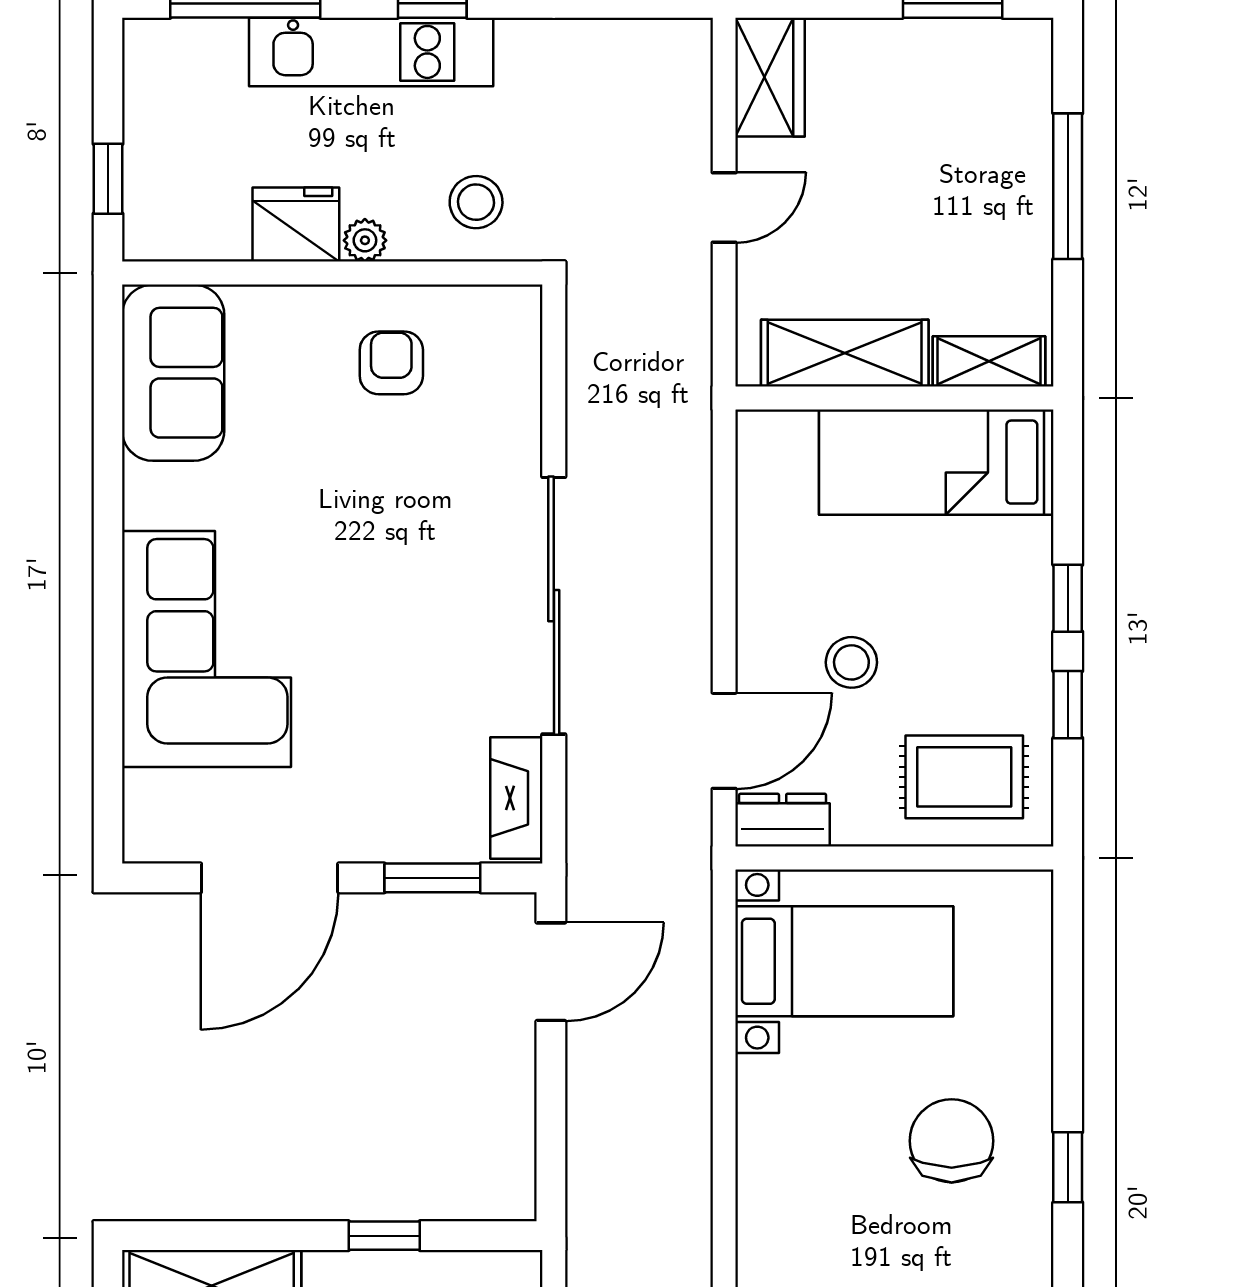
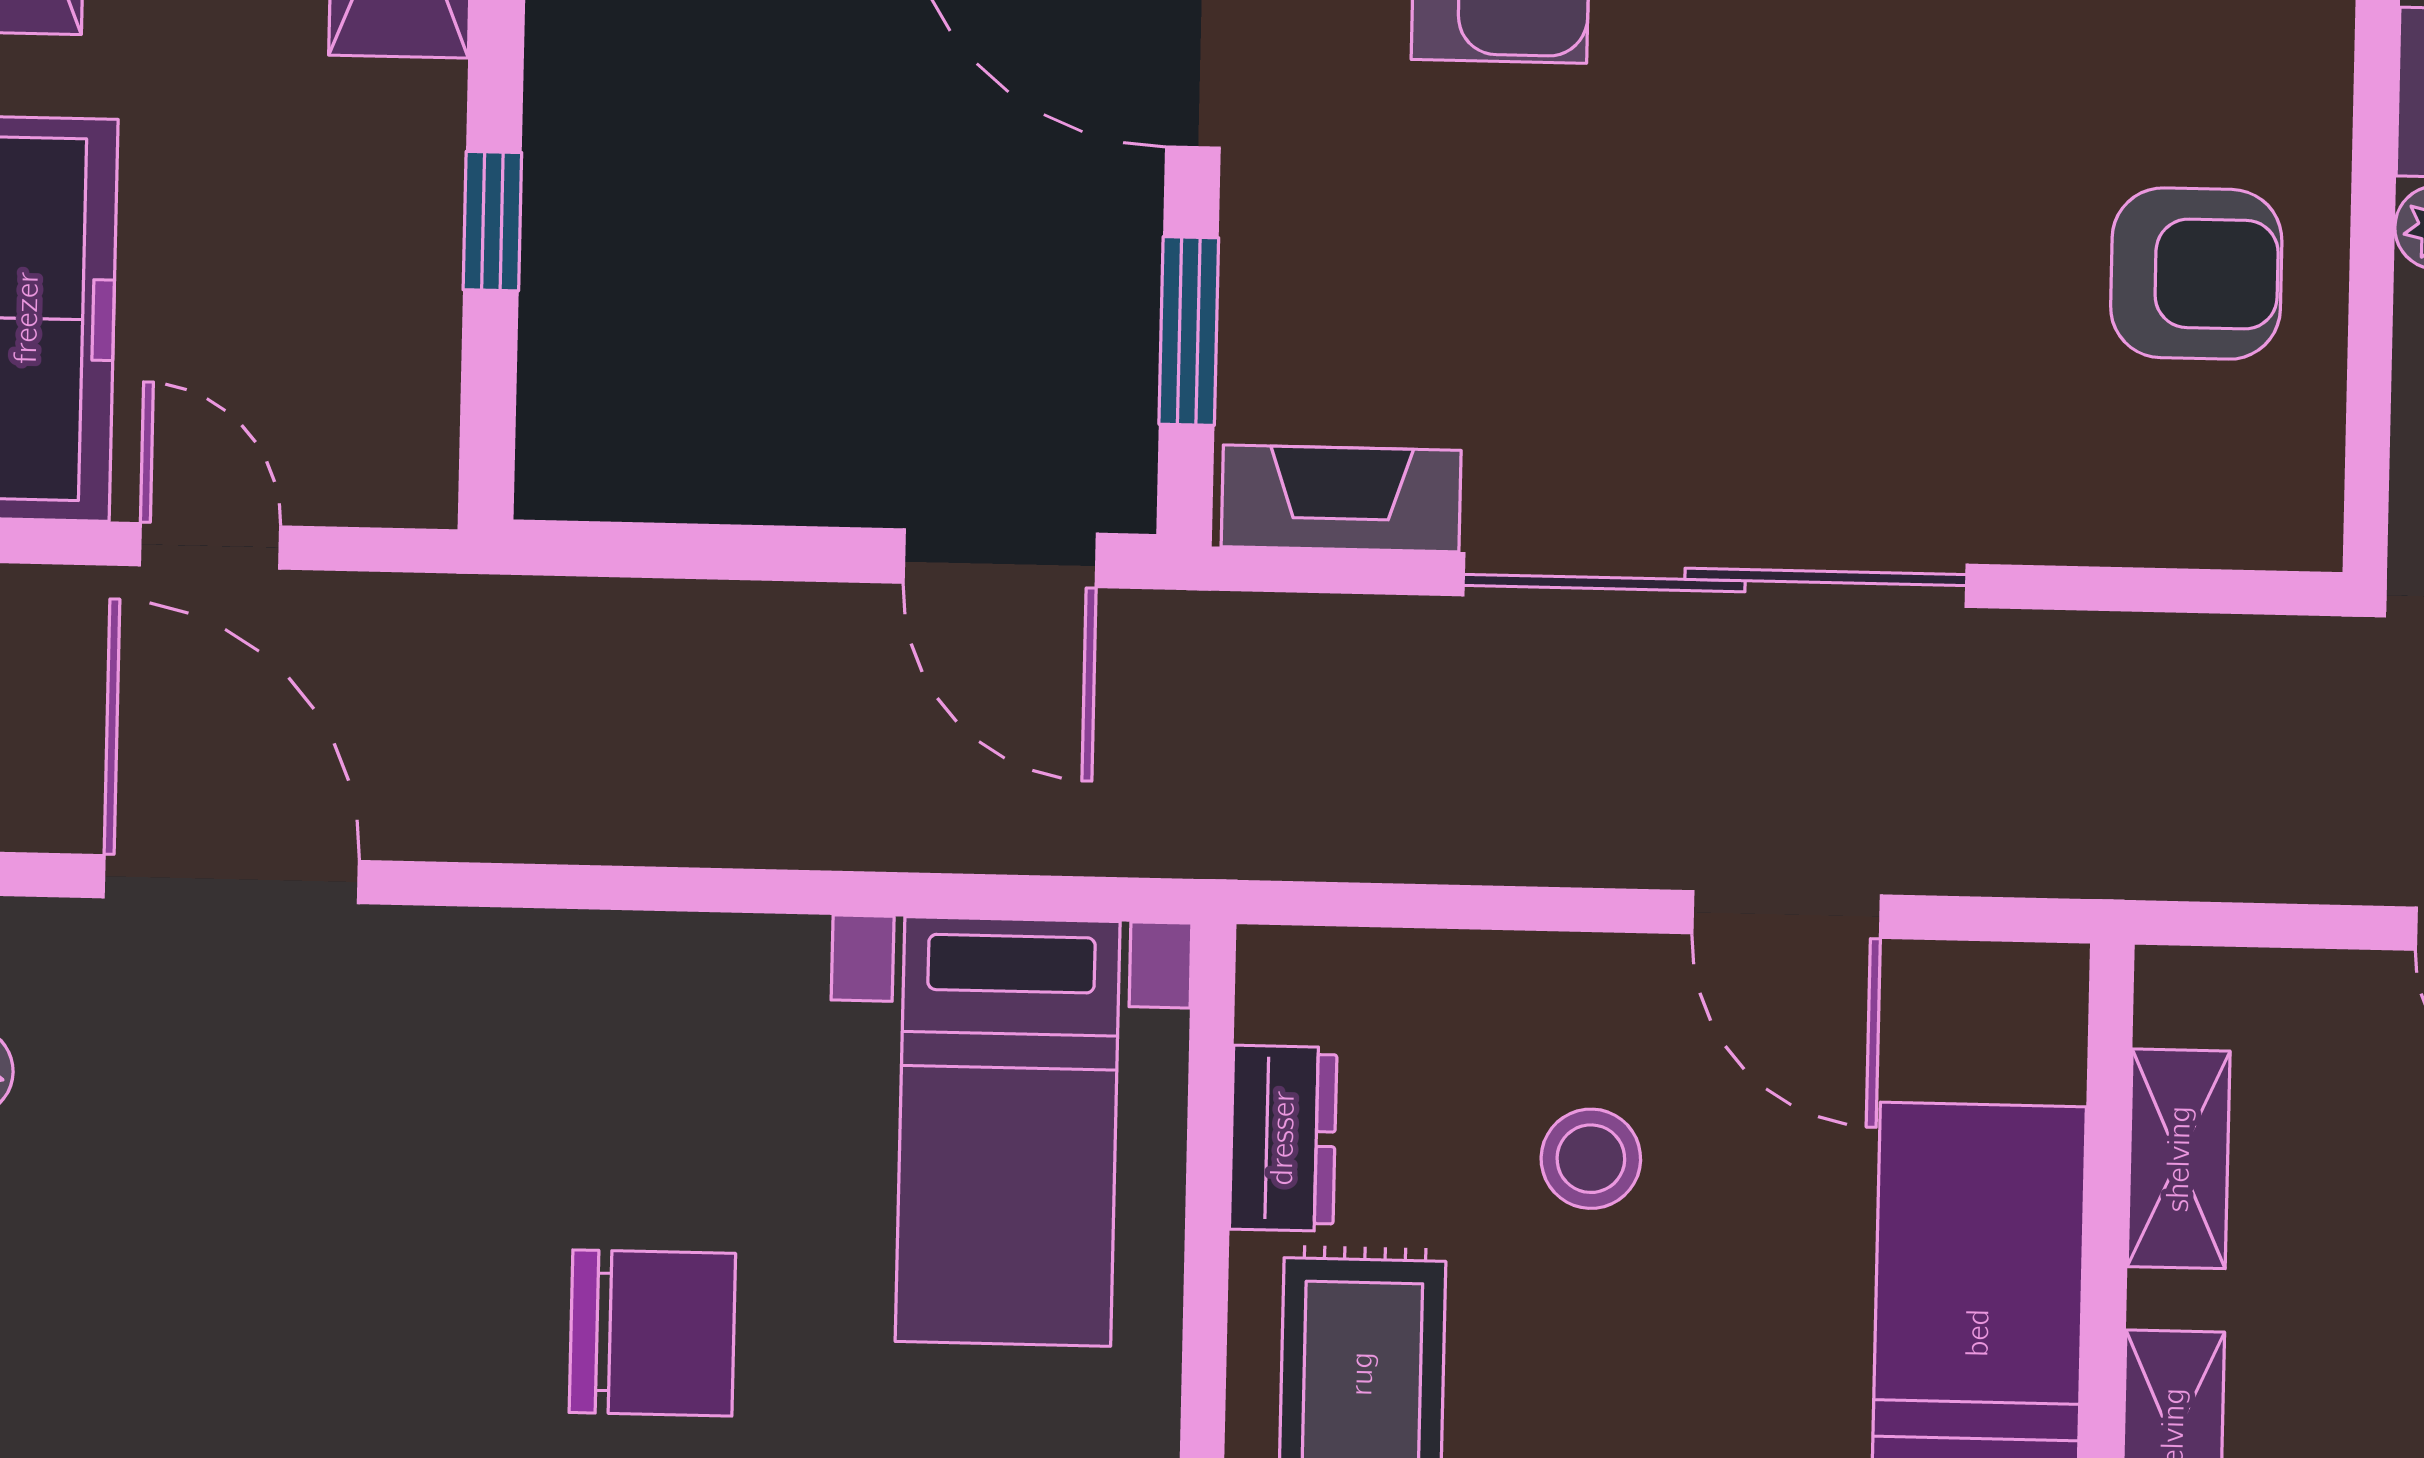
shelving: (845, 353) -> (2179, 1159), width x0.67, depth x0.75
armchair: (391, 363) -> (2196, 274), width x1.38, depth x1.38
door: (724, 741) -> (1787, 914), moved
dresser: (783, 820) -> (1283, 1138), moved

